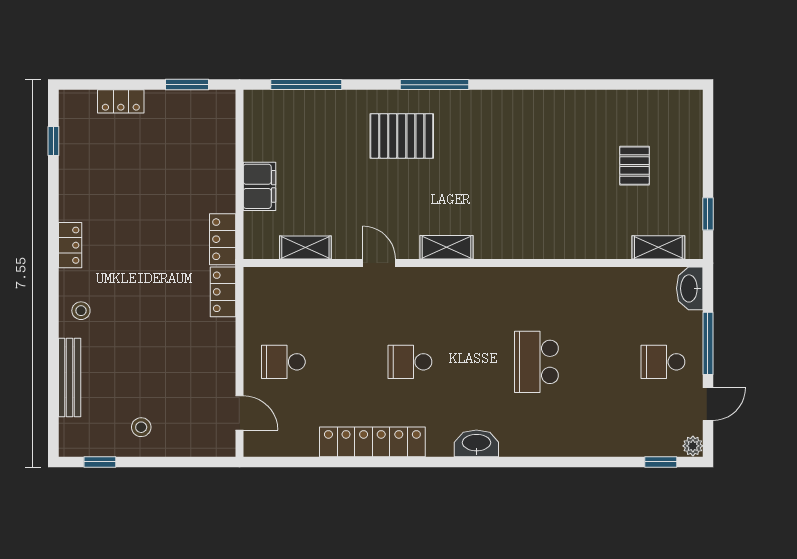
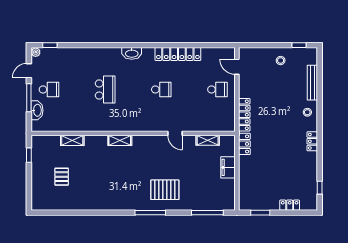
shelving: (446, 247) -> (120, 140), moved
shelving: (658, 247) -> (72, 140), moved
washbasin: (690, 288) -> (37, 110), moved
locker: (223, 292) -> (244, 115), width x1.53

